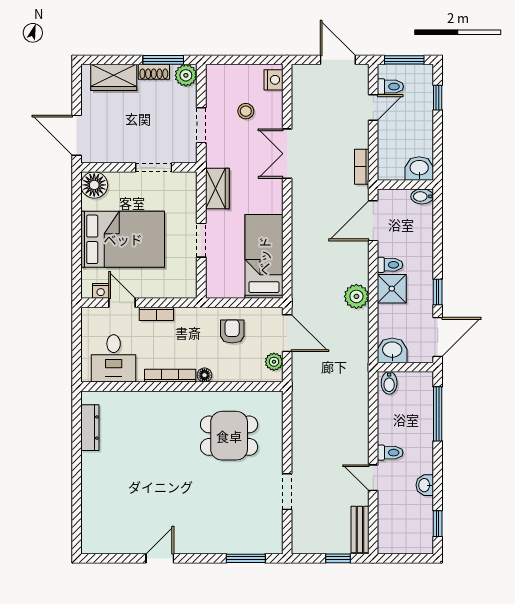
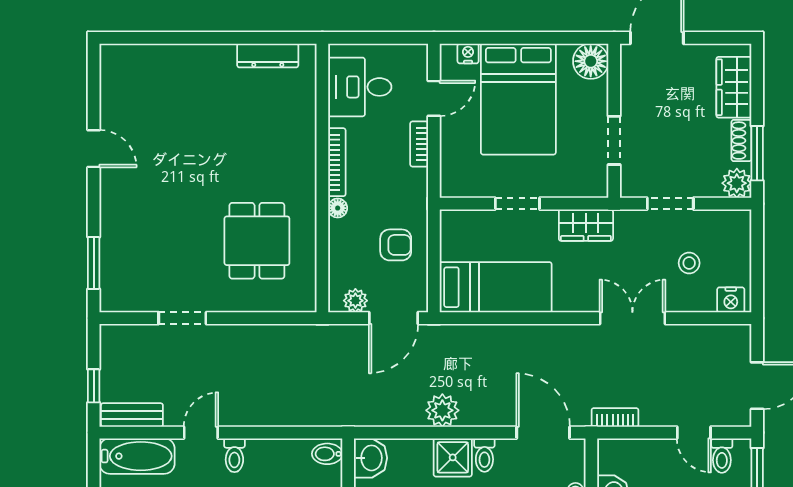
nightstand: (101, 291) -> (468, 53), moved, turned 90
bathtub: (391, 526) -> (137, 456), added

